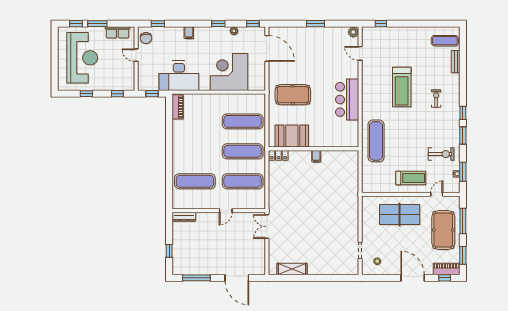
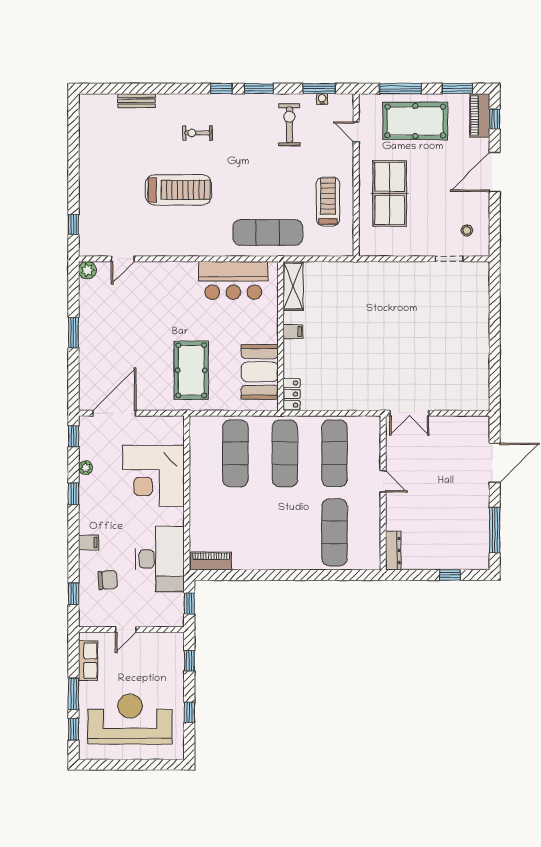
chair: (146, 38) -> (108, 580), moved
exercise mat: (445, 41) -> (102, 118), removed
bar counter: (347, 99) -> (233, 280), moved
treadmill: (411, 178) -> (328, 202), moved
shelving: (292, 269) -> (293, 286), moved

